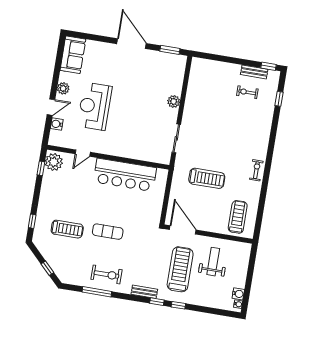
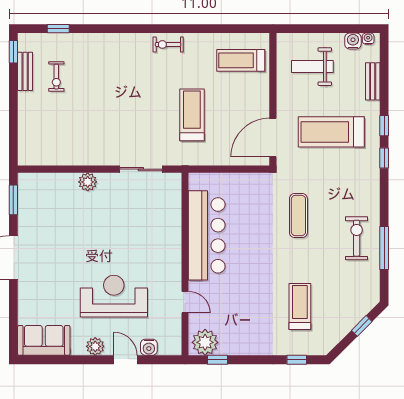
reception desk: (95, 106) -> (114, 296), turned 180
exercise mat: (108, 232) -> (298, 216), moved
weight bench: (213, 262) -> (312, 67), moved
bench: (144, 292) -> (373, 81), moved

